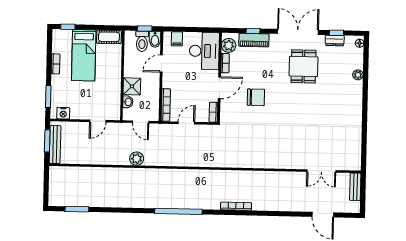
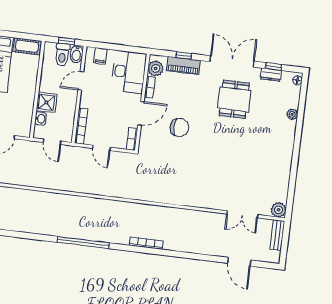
door: (186, 123) -> (101, 148), swing flipped
plant: (137, 159) -> (278, 210), moved

